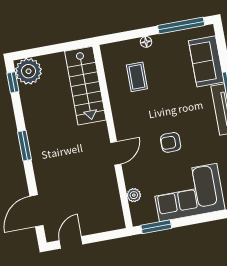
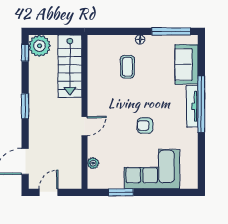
stairs: (85, 86) -> (70, 66), moved
wall: (113, 136) -> (84, 112), moved
door: (116, 153) -> (84, 126), moved
plant: (134, 195) -> (93, 163), moved

